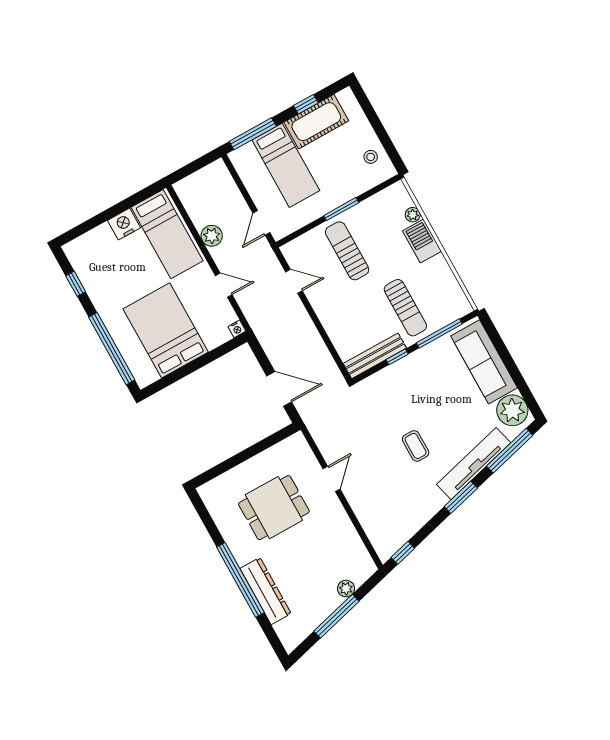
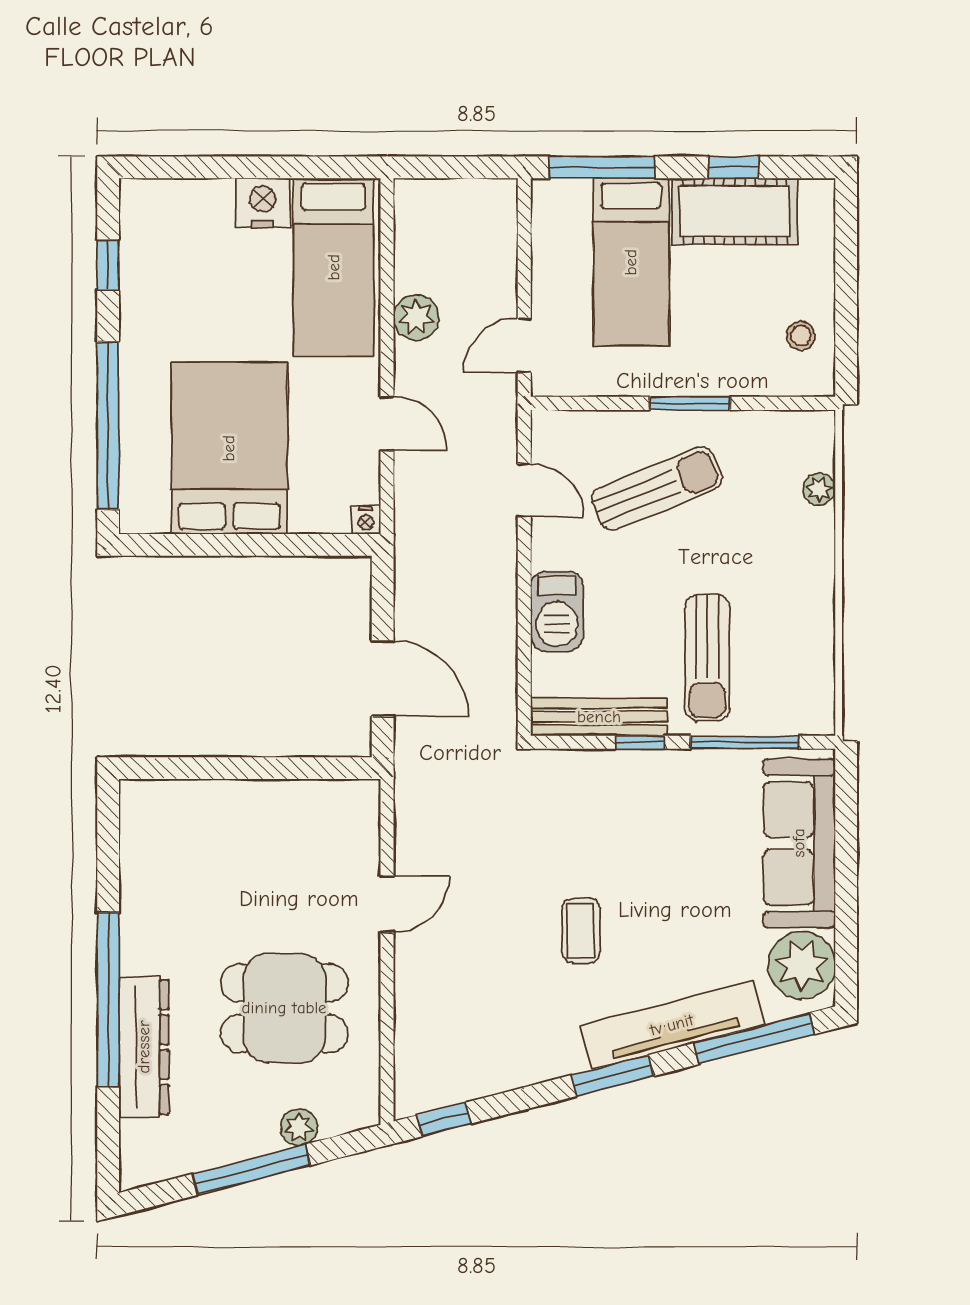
barbecue: (422, 241) -> (557, 611), moved, turned 180
sun lounger: (347, 251) -> (657, 489), turned 68
dining table: (274, 508) -> (284, 1008), moved

